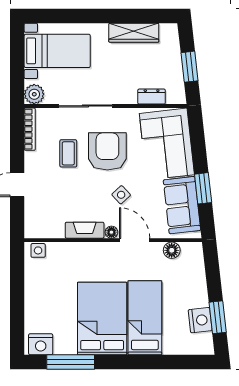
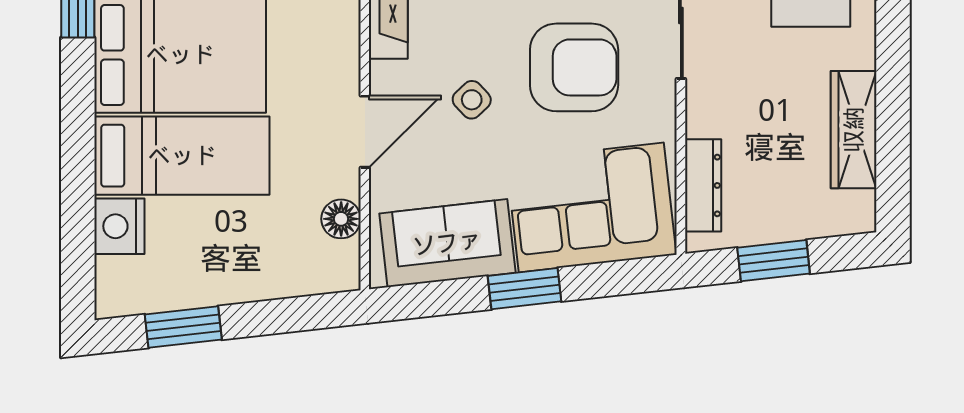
dresser: (152, 97) -> (703, 185), width x1.44
window: (203, 188) -> (524, 289), moved
floor lamp: (111, 232) -> (384, 77), removed
nightstand: (200, 320) -> (119, 226), moved, turned 96

